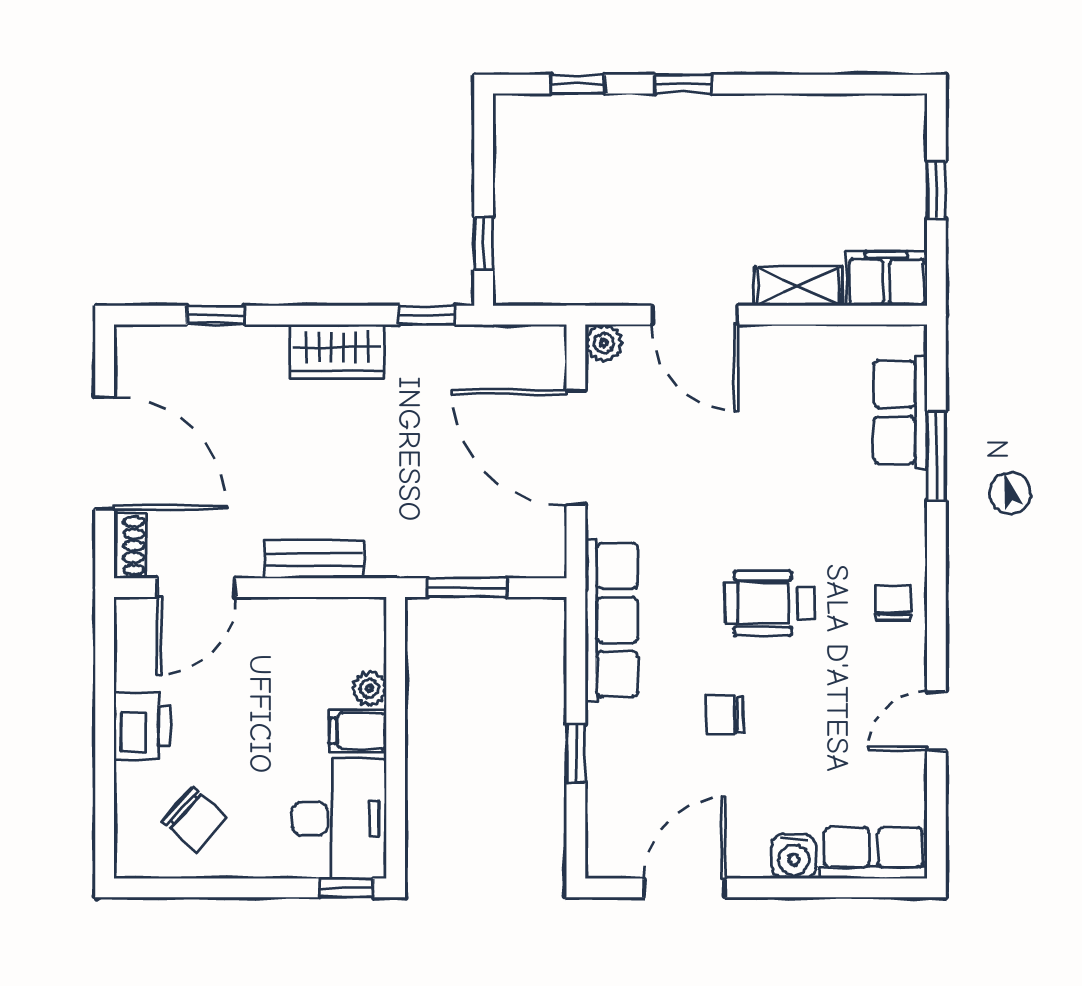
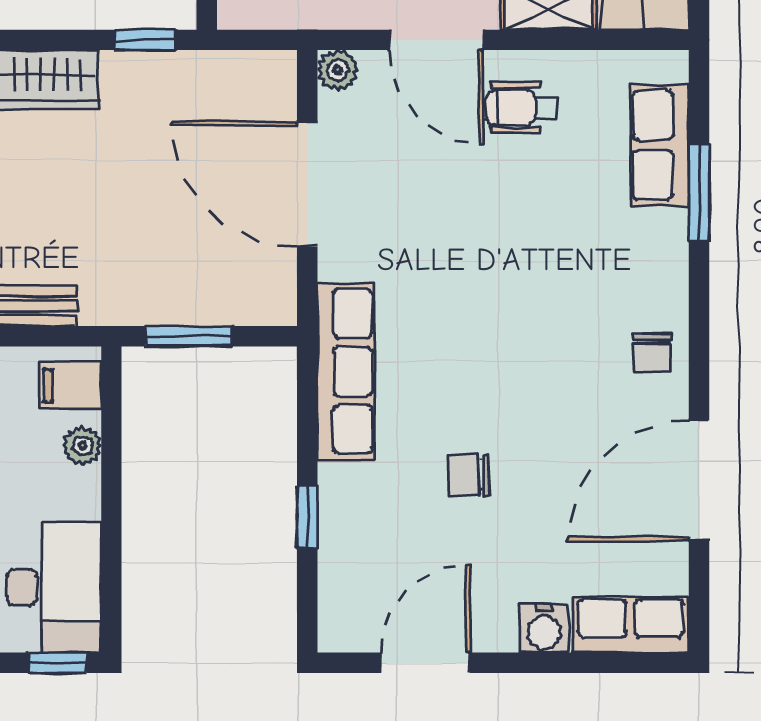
wheelchair: (770, 603) -> (521, 108), moved, width x0.73, depth x0.73
chair: (893, 603) -> (652, 353), turned 180
door: (936, 721) -> (699, 481), width x1.88
filing cabinet: (358, 731) -> (70, 386), moved

